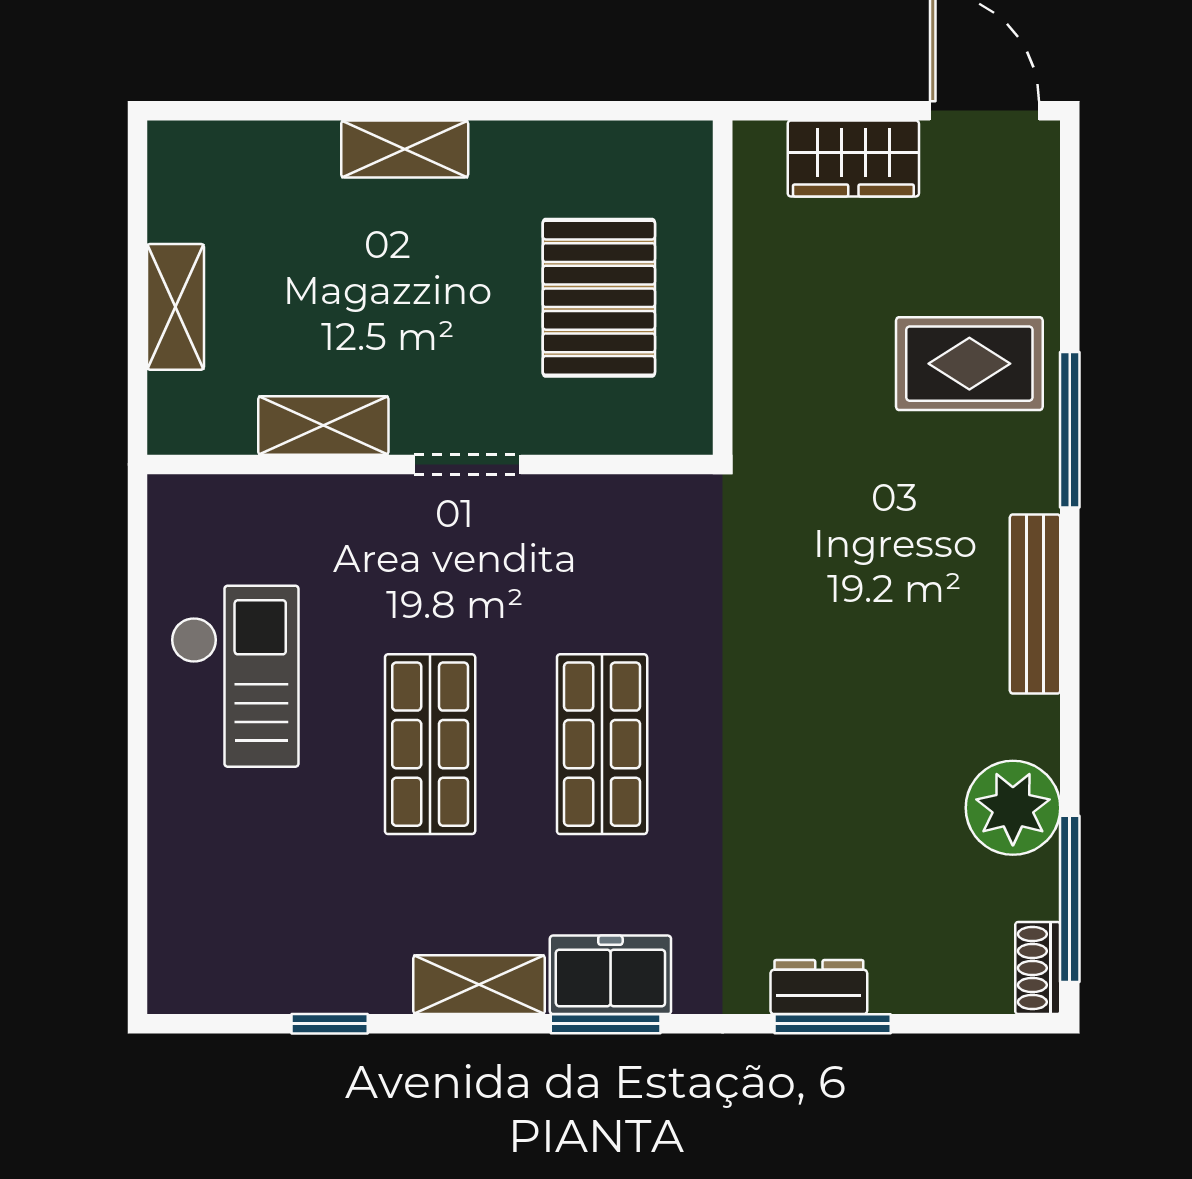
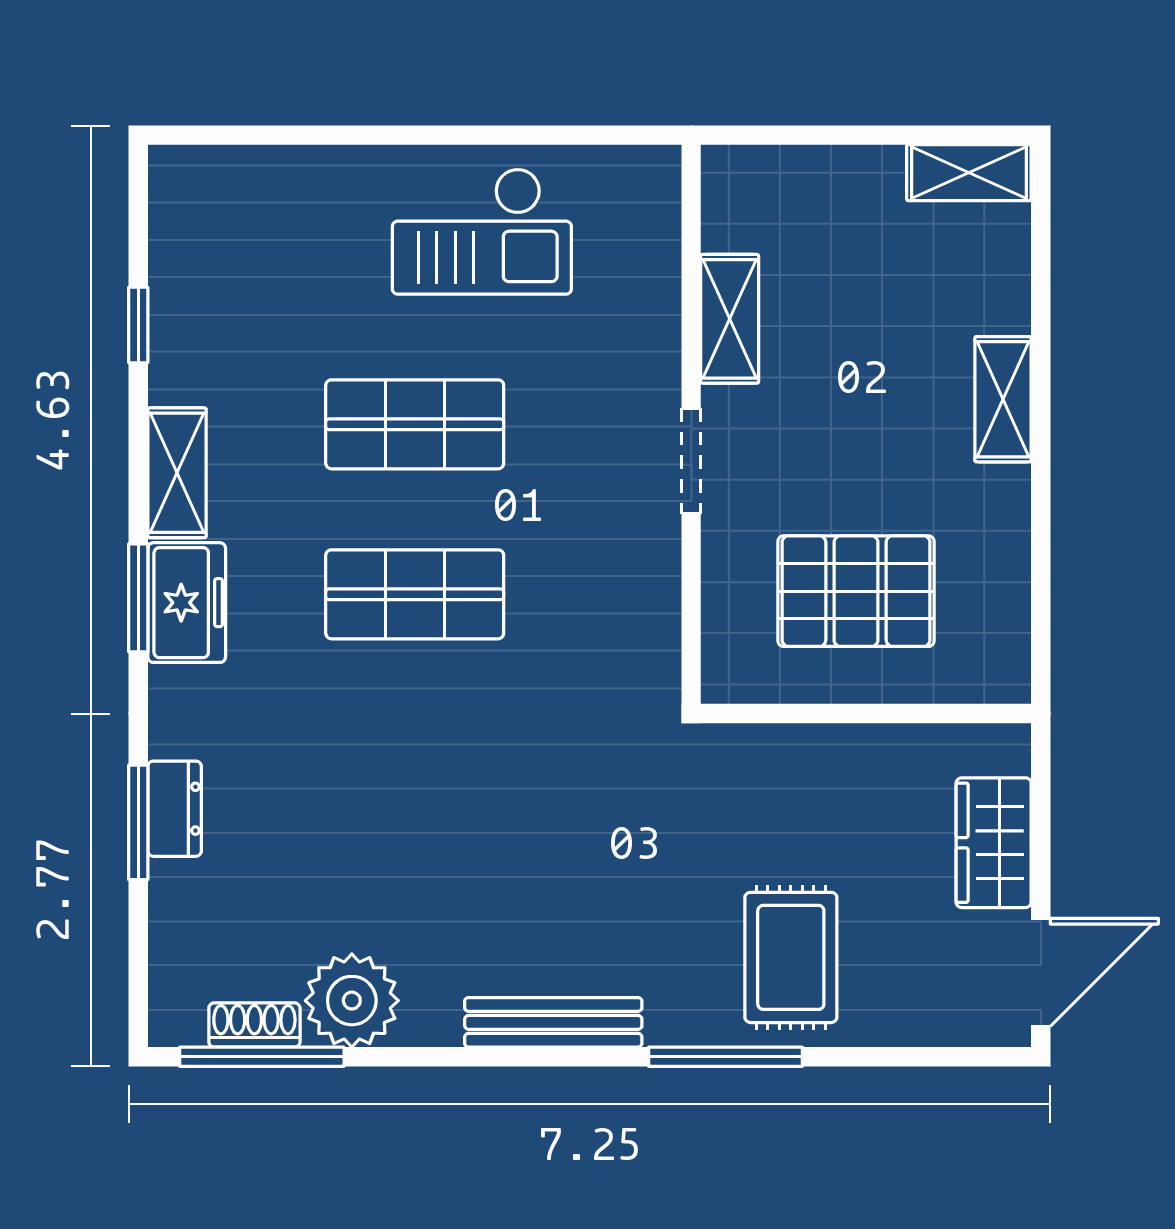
shelving: (176, 307) -> (969, 173), moved
shoe rack: (1038, 968) -> (254, 1025), moved

